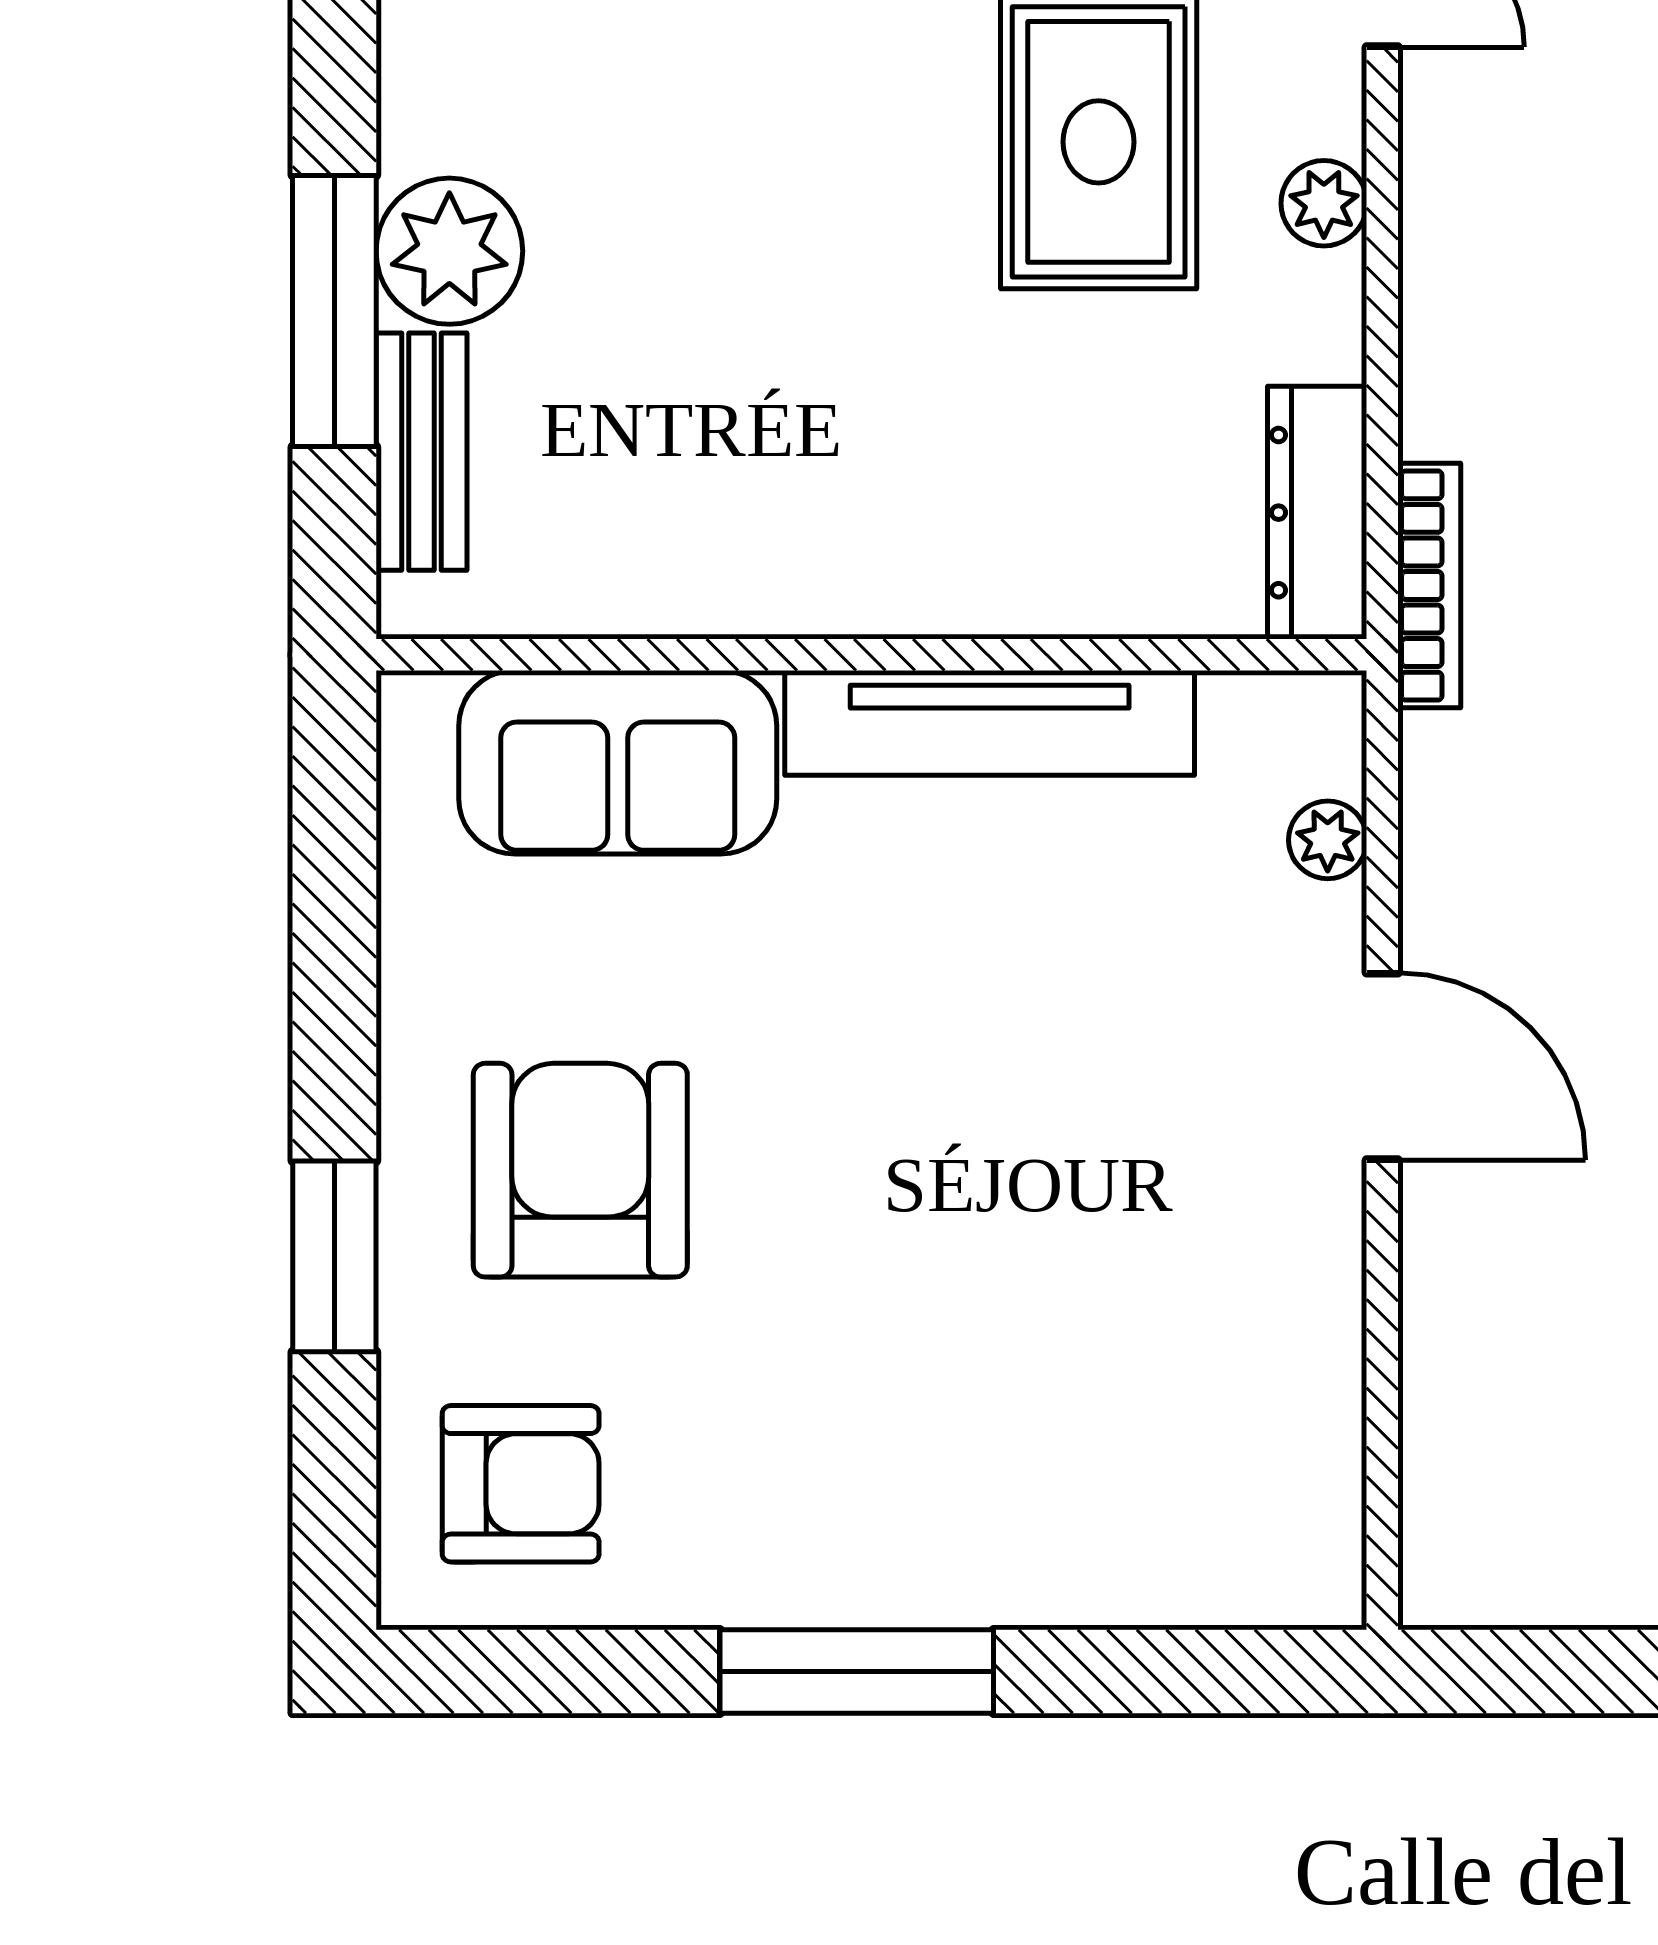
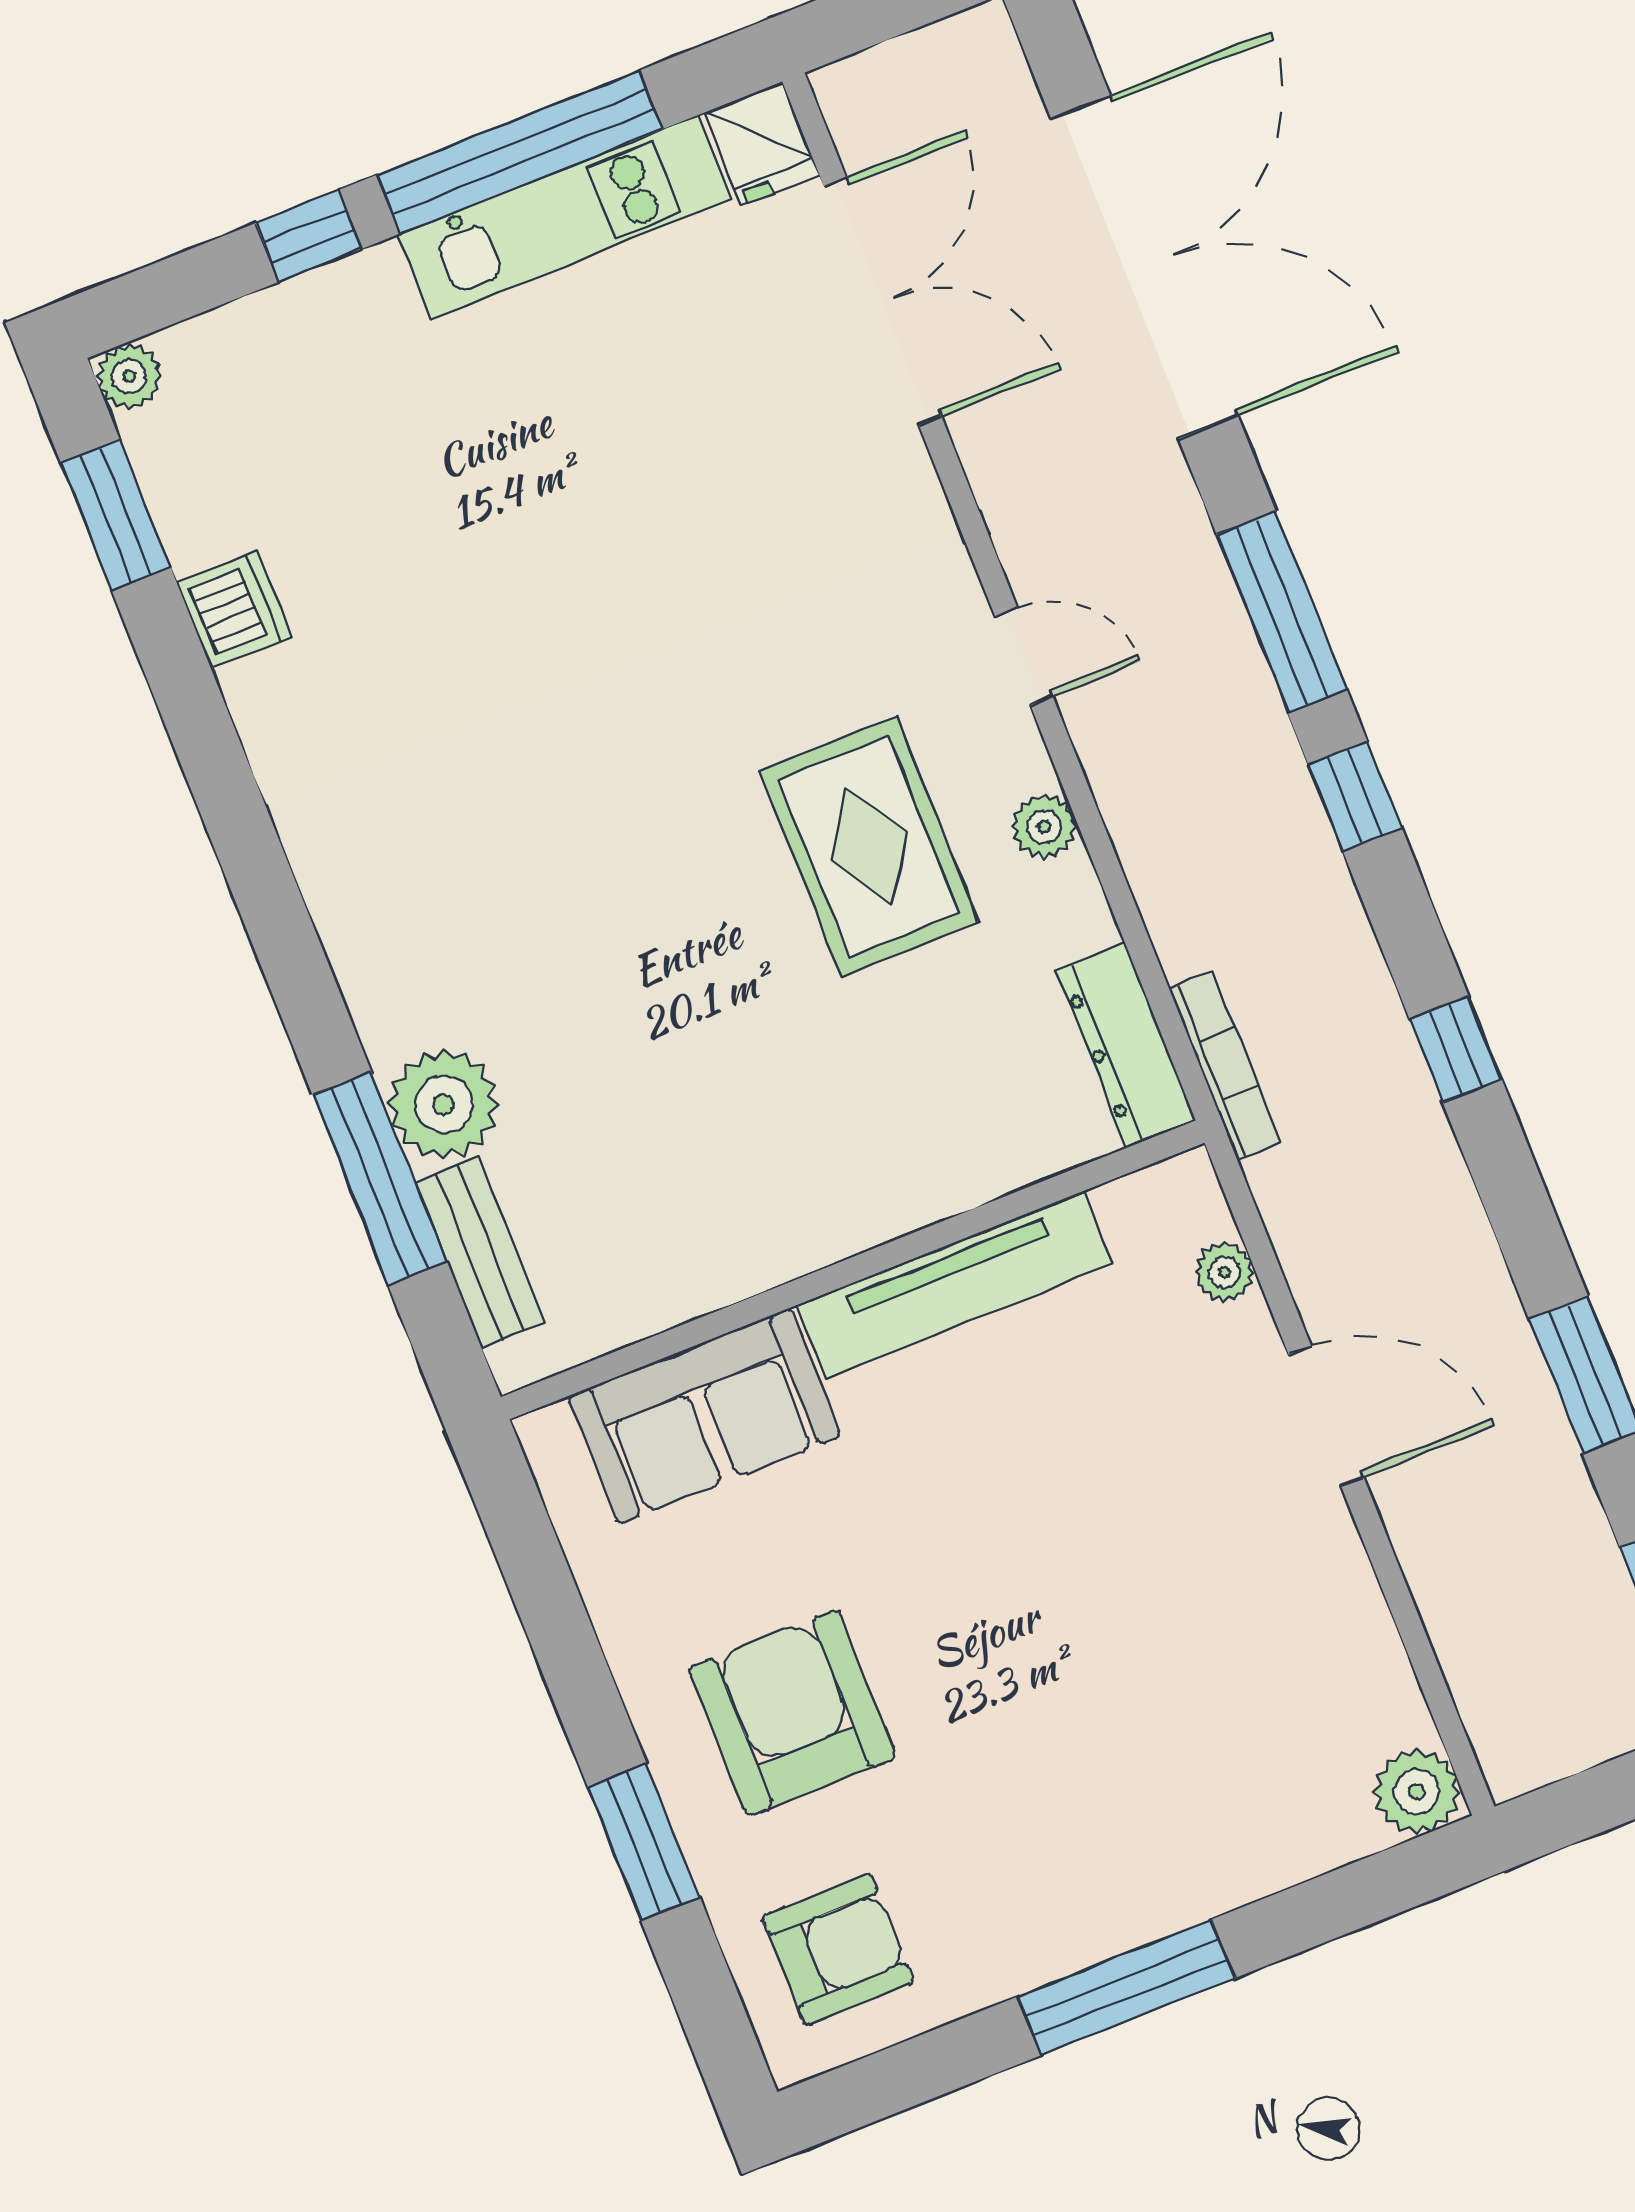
plant: (1310, 1573) -> (1417, 1792), added

